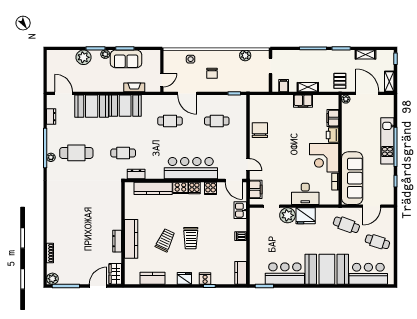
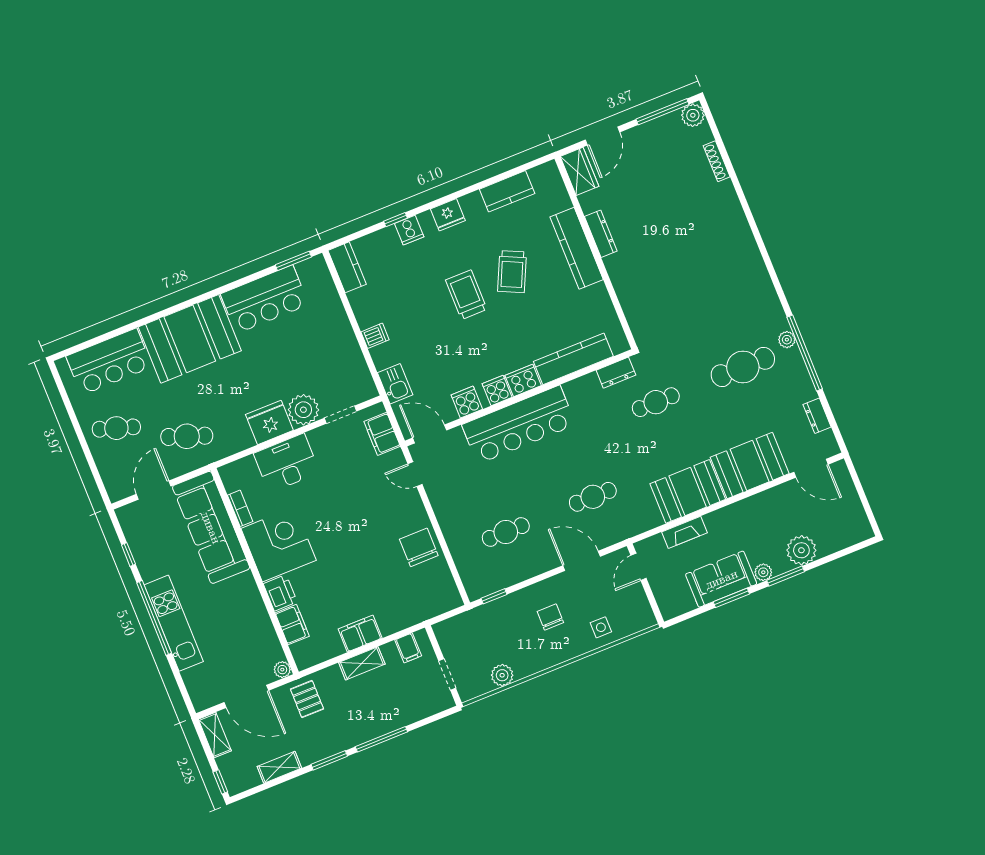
chair: (260, 130) -> (419, 547), turned 180

